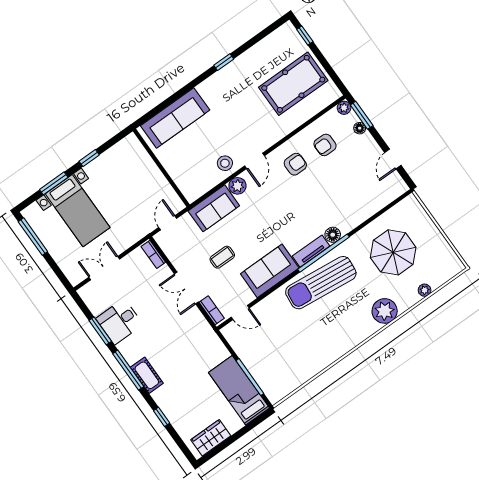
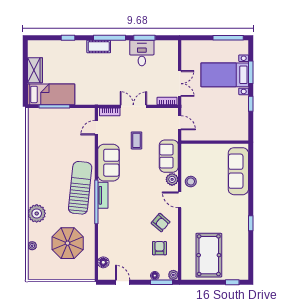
armchair: (295, 164) -> (161, 223), turned -49
floor lamp: (333, 235) -> (103, 262), moved
double door: (104, 268) -> (180, 84), moved
wardrobe: (211, 438) -> (35, 70), moved

